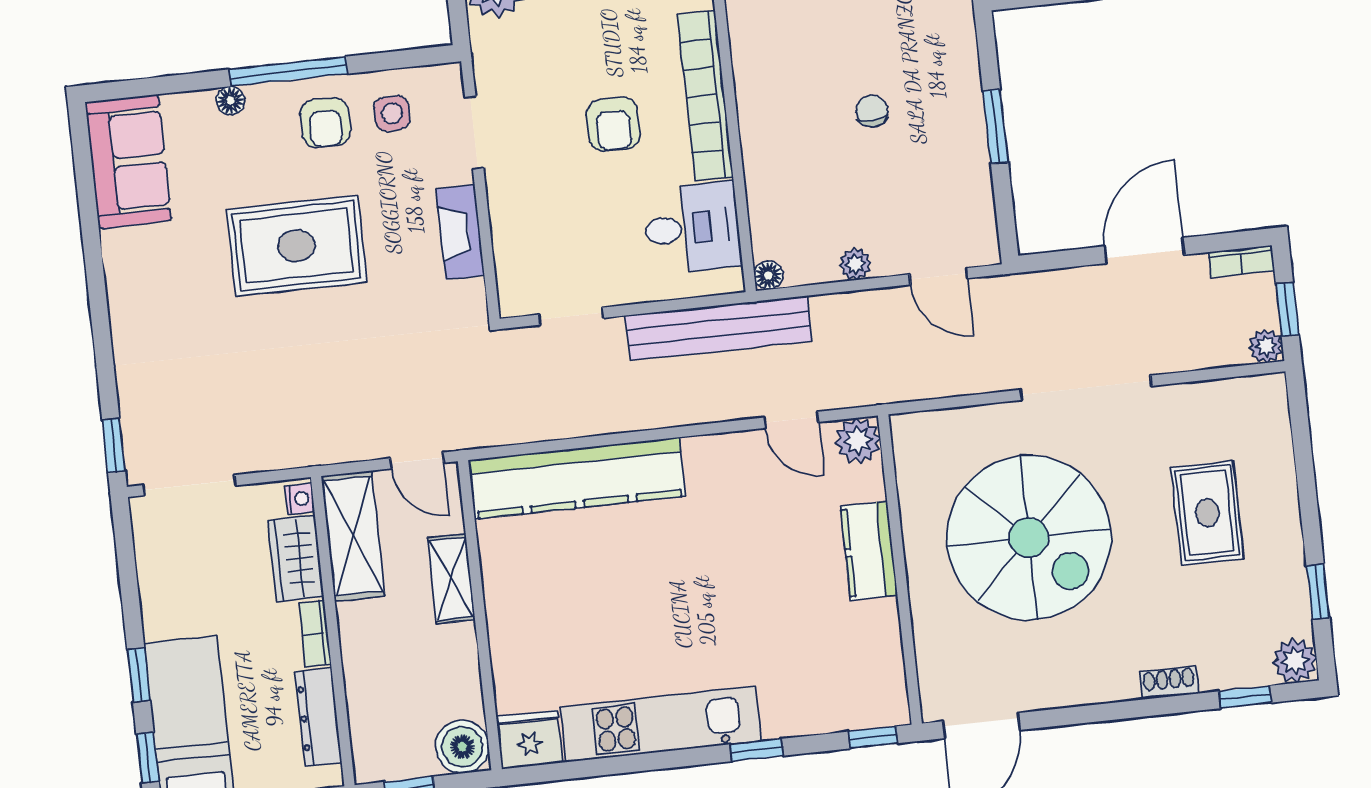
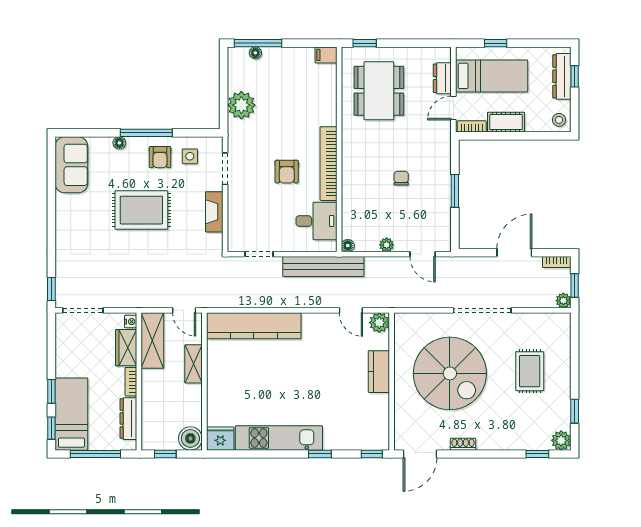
shoe rack: (1169, 683) -> (463, 444), moved

